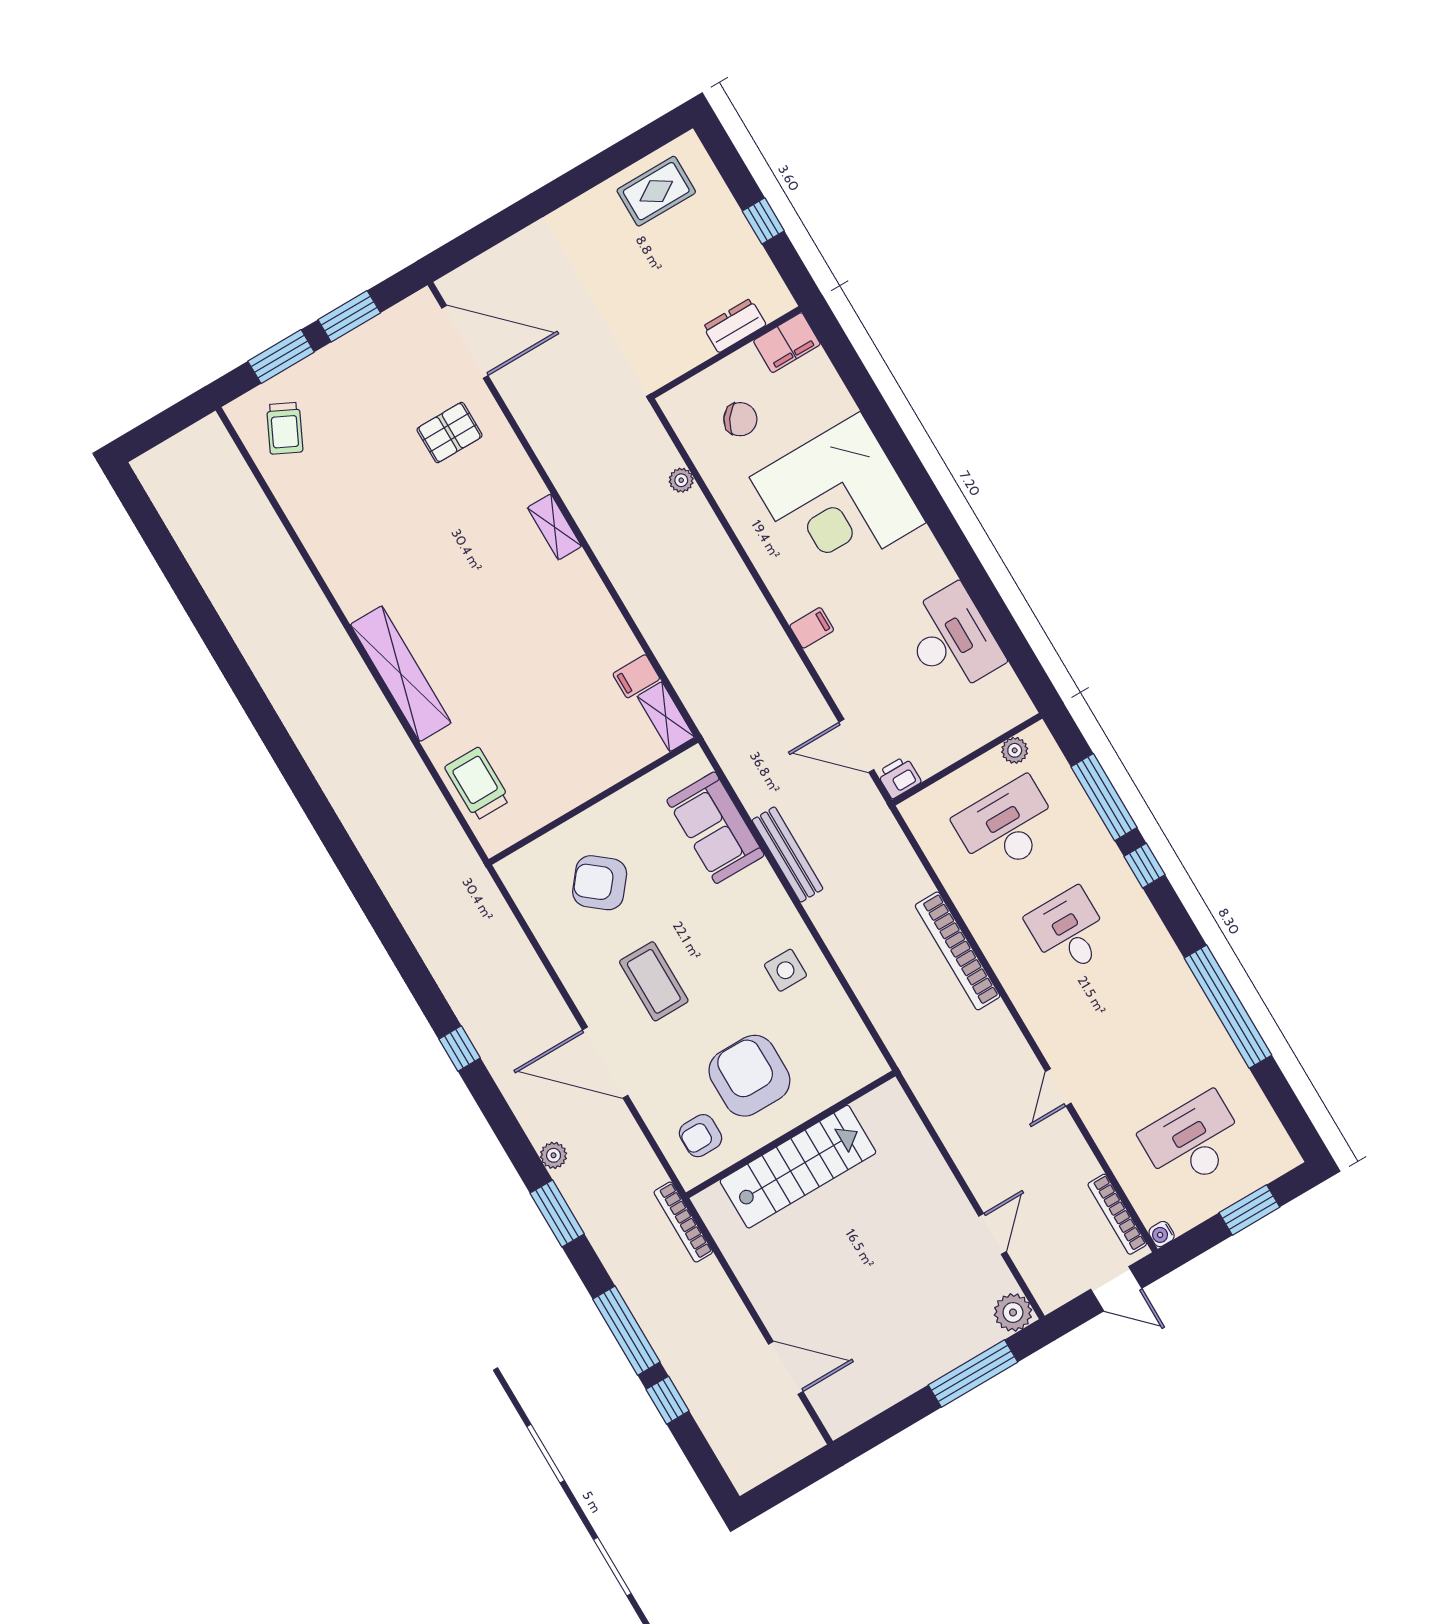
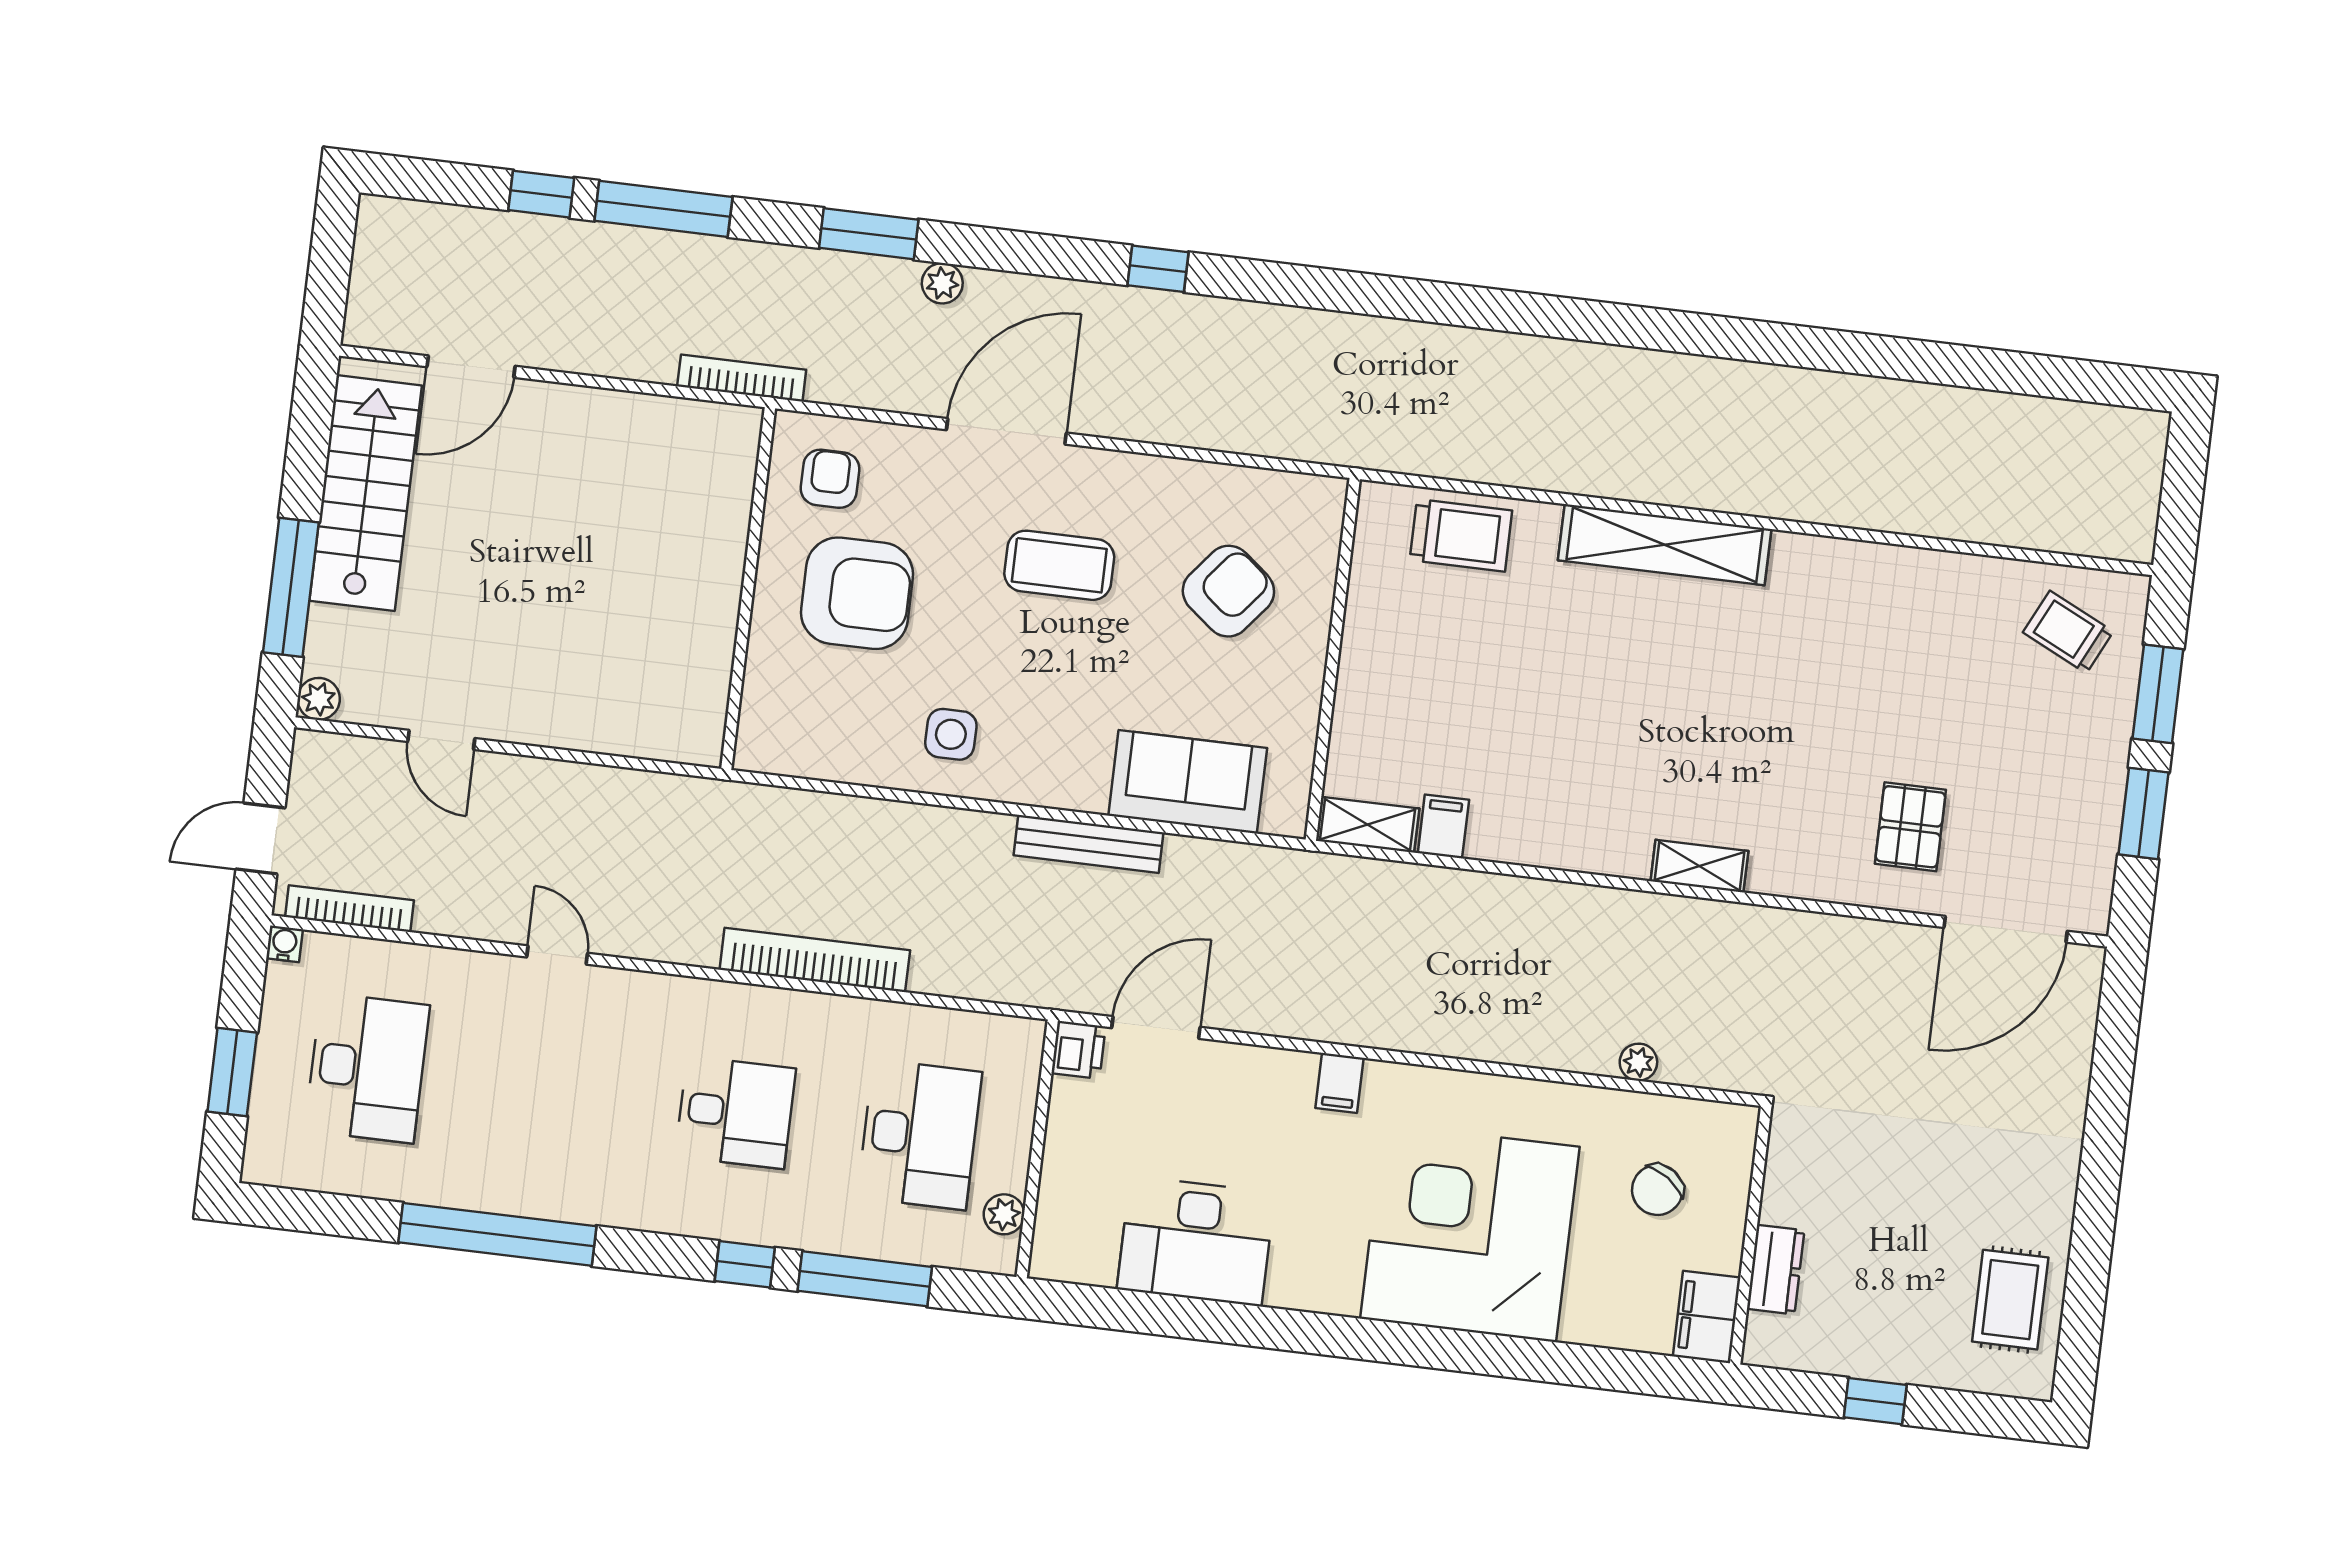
stairs: (798, 1167) -> (366, 493), moved, turned 180
plant: (1013, 1312) -> (319, 699), width x0.73, depth x0.73

